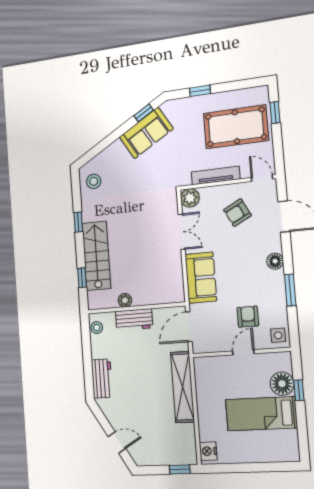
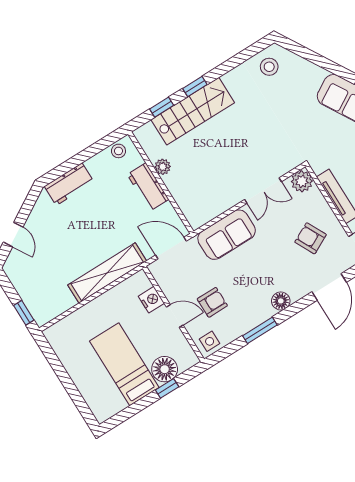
window: (78, 222) -> (195, 86), moved
nightstand: (208, 451) -> (151, 300), moved, turned 90

